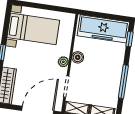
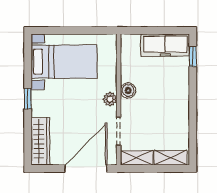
freezer: (103, 29) -> (165, 45), width x0.73, depth x0.79
window: (123, 82) -> (193, 114), removed

